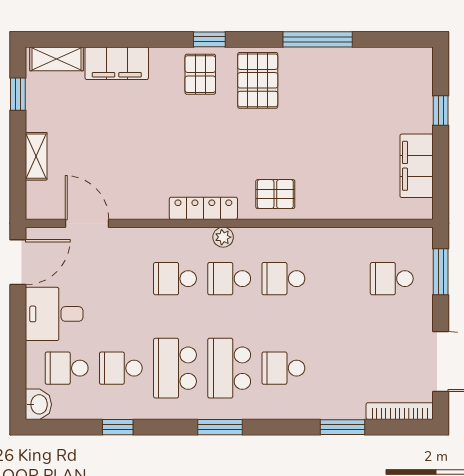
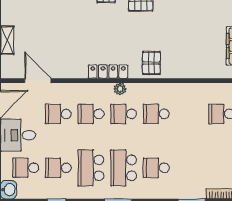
pallet: (275, 194) -> (151, 63), turned 90
school desk: (121, 279) -> (58, 114), added

